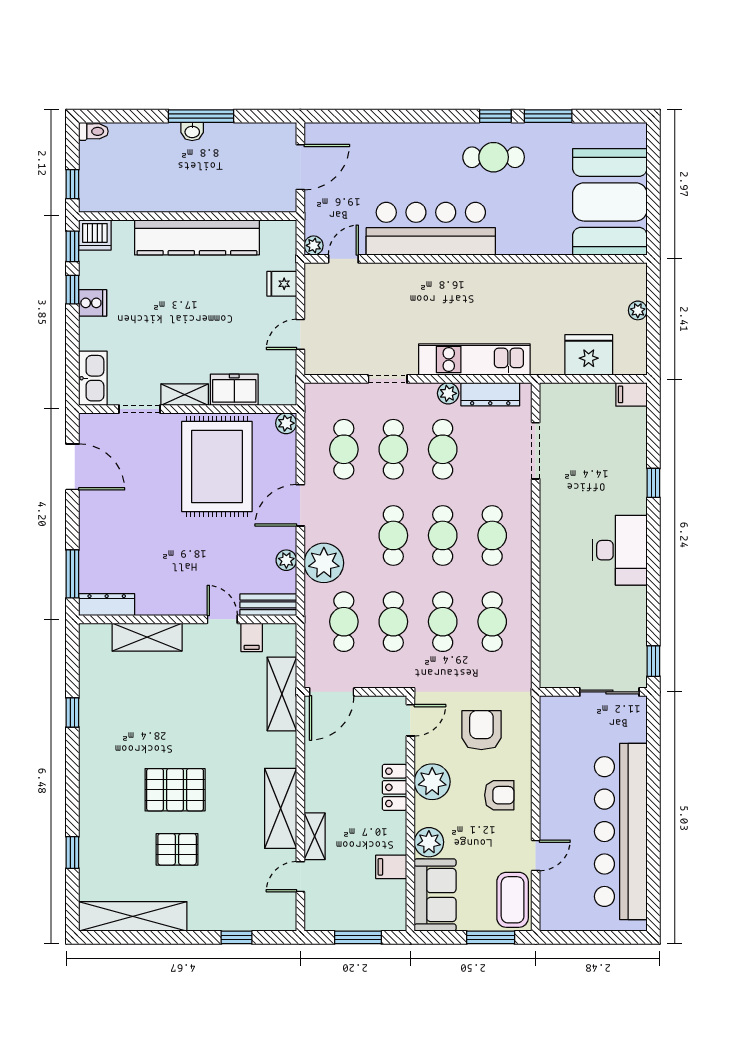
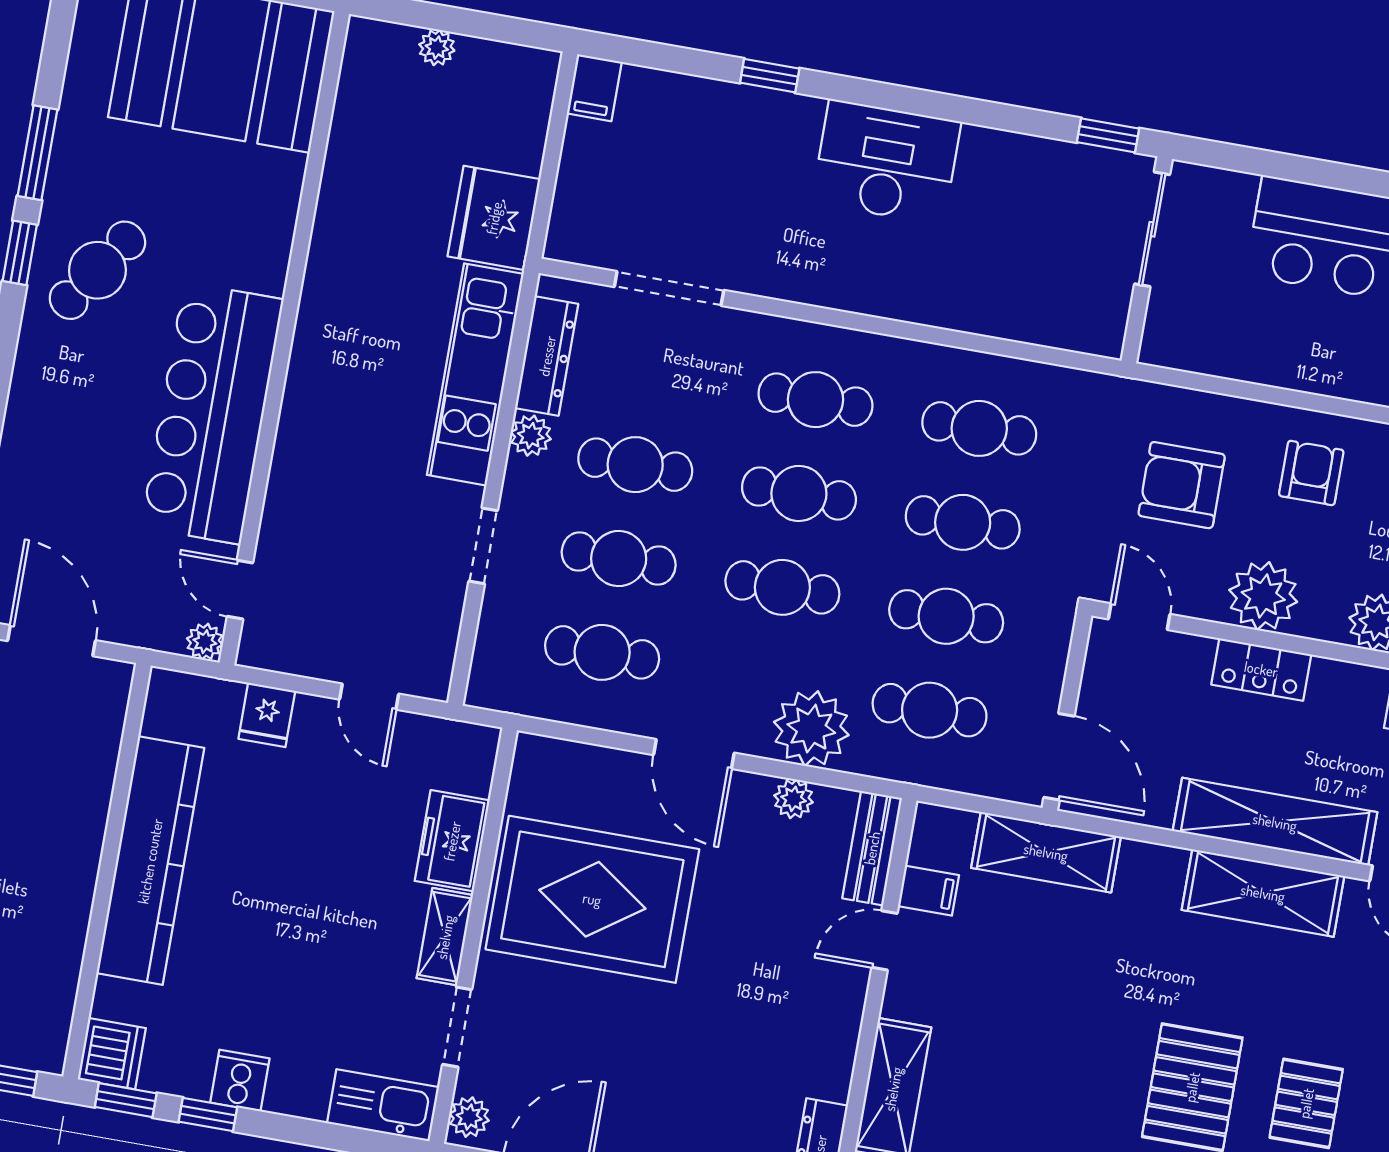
cafe table: (494, 157) -> (97, 270), turned 34
fridge: (589, 355) -> (494, 218), moved
plant: (286, 423) -> (469, 1117), moved
shelving: (315, 836) -> (1275, 822), width x2.20, depth x1.33

